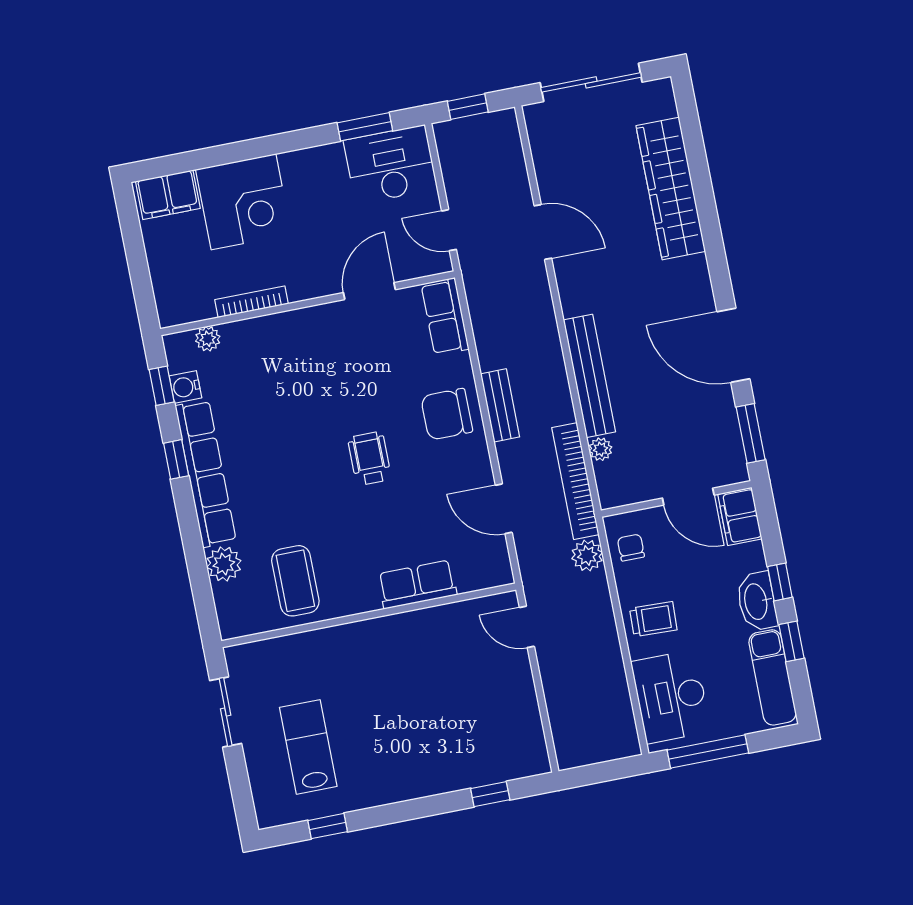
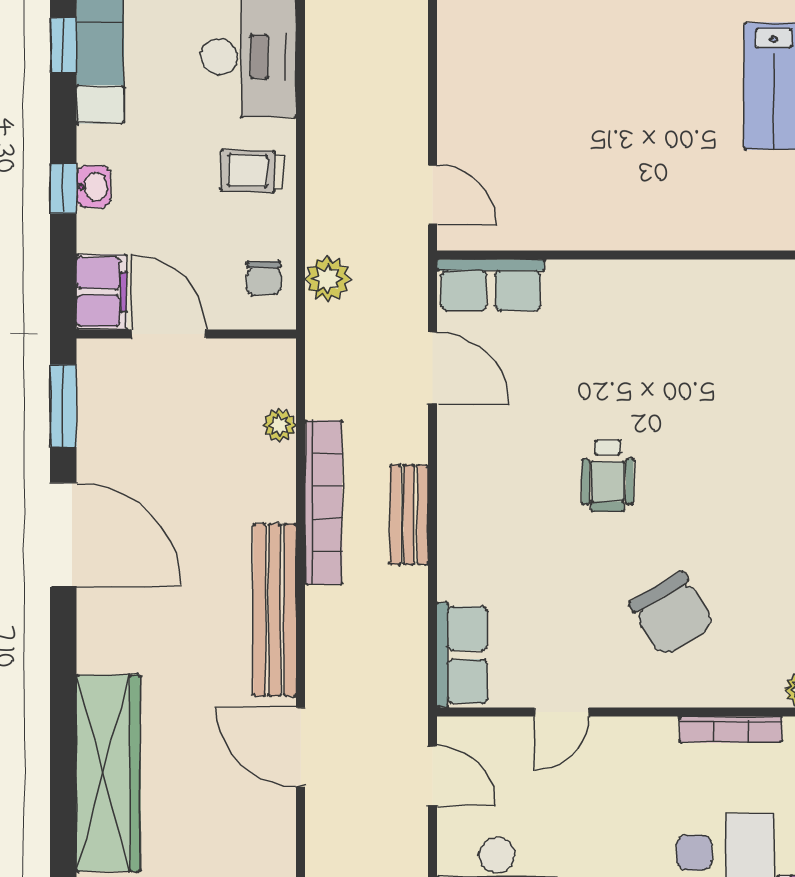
door: (369, 291) -> (562, 712), width x0.73
bench: (589, 376) -> (275, 610), moved
chair: (447, 414) -> (672, 614), moved, turned 59
bookcase: (575, 481) -> (324, 502), moved
coffee table: (295, 581) -> (746, 324), removed
row of seats: (417, 584) -> (491, 285), moved
washbasin: (757, 601) -> (94, 187), width x0.52, depth x0.69
window: (792, 641) -> (63, 45), moved

